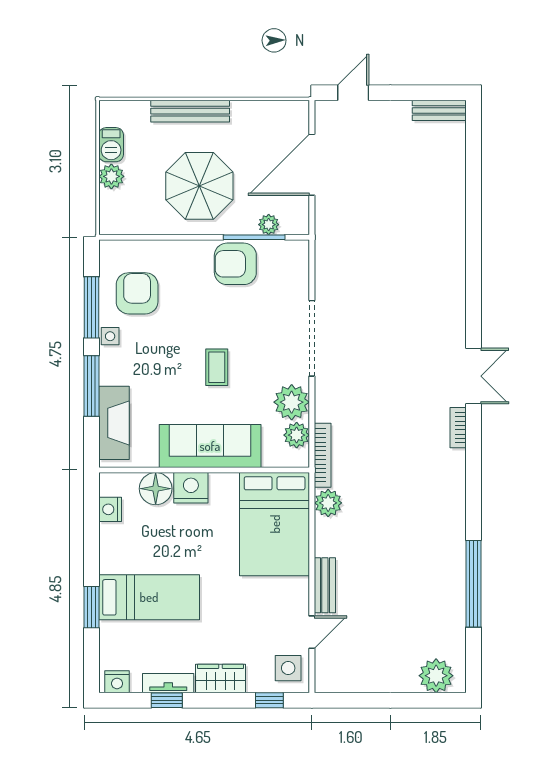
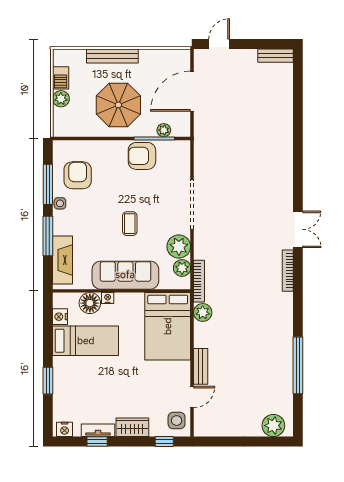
bookcase: (458, 428) -> (288, 271), width x1.56
nightstand: (191, 488) -> (108, 298), width x0.53, depth x0.56
bed: (149, 597) -> (86, 341), moved

